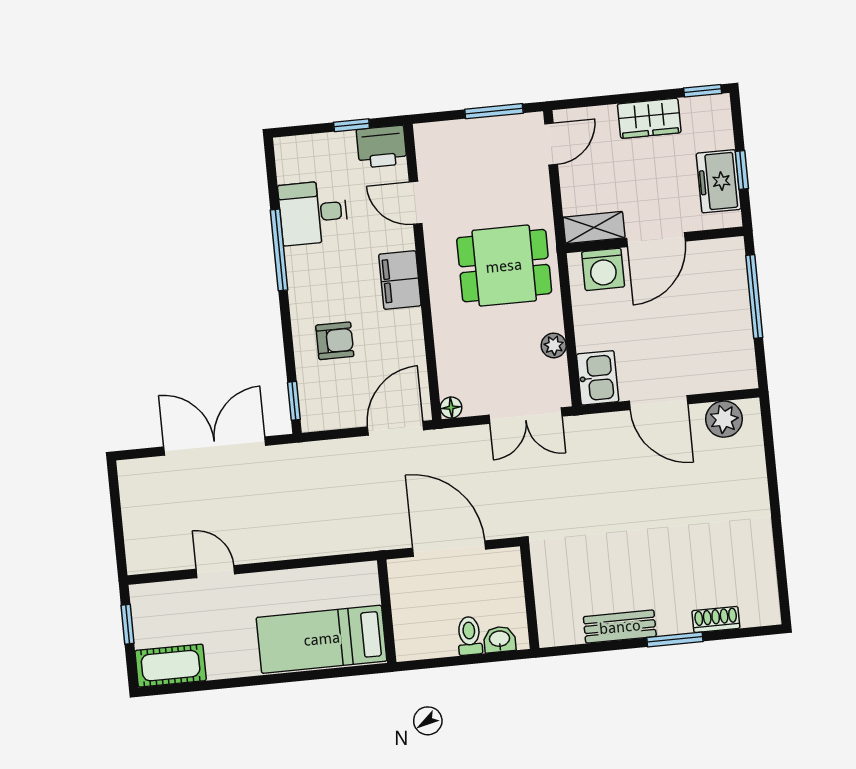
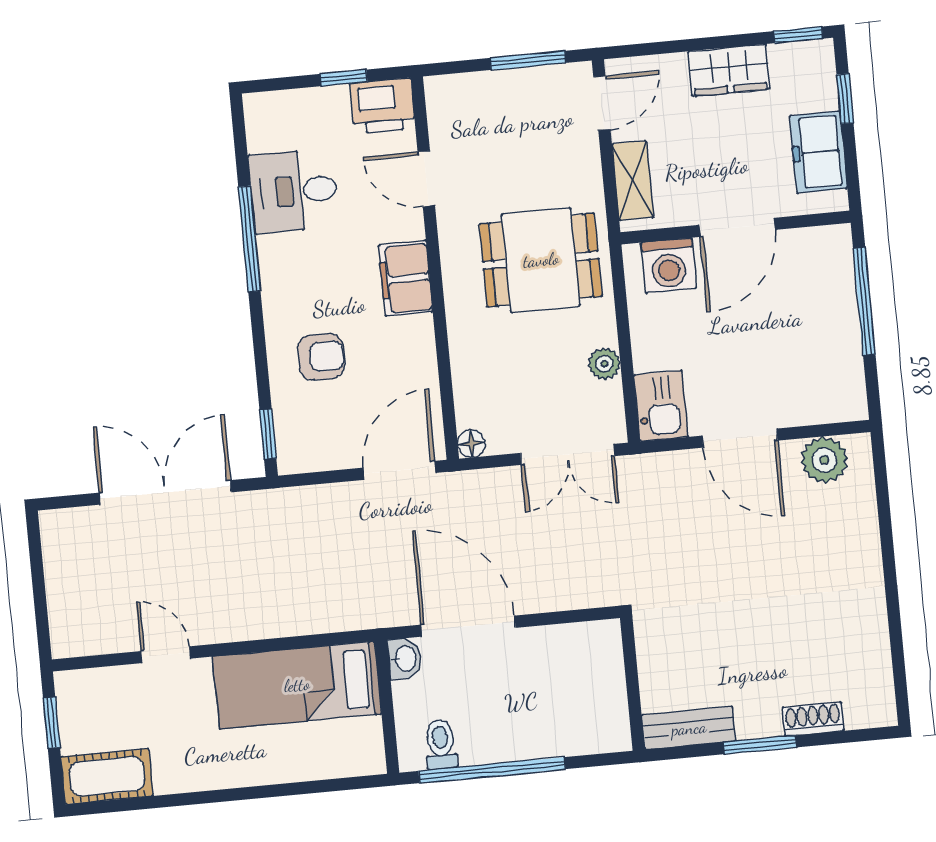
window: (742, 170) -> (845, 99), moved
shelving: (594, 228) -> (633, 181), moved, turned 90
wall: (530, 597) -> (632, 684), moved
toilet: (469, 636) -> (441, 744), moved
bed: (322, 639) -> (297, 685), moved
washbasin: (500, 639) -> (405, 658), moved, turned 90
window: (468, 660) -> (492, 770), added

